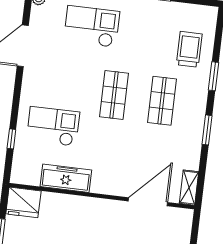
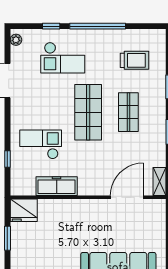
checkout: (92, 26) -> (63, 58), turned 180
trolley: (189, 49) -> (134, 60), moved, turned 90
shop shelf: (114, 95) -> (88, 112), width x1.43, depth x1.36

